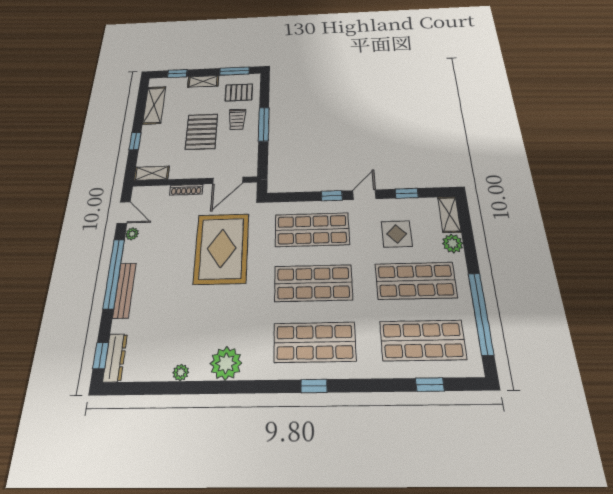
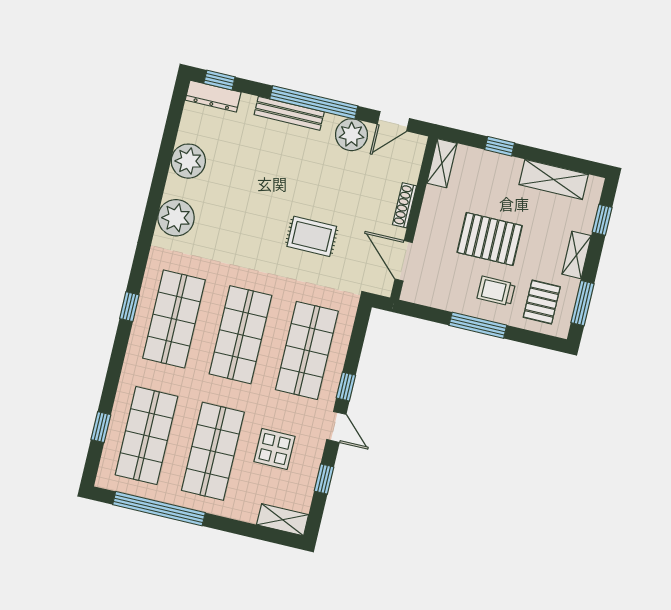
plant: (132, 234) -> (352, 135), width x1.87, depth x1.87
plant: (453, 243) -> (246, 510), removed
rug: (222, 248) -> (312, 236), width x0.54, depth x0.49
plant: (181, 373) -> (188, 161), width x1.87, depth x1.87

